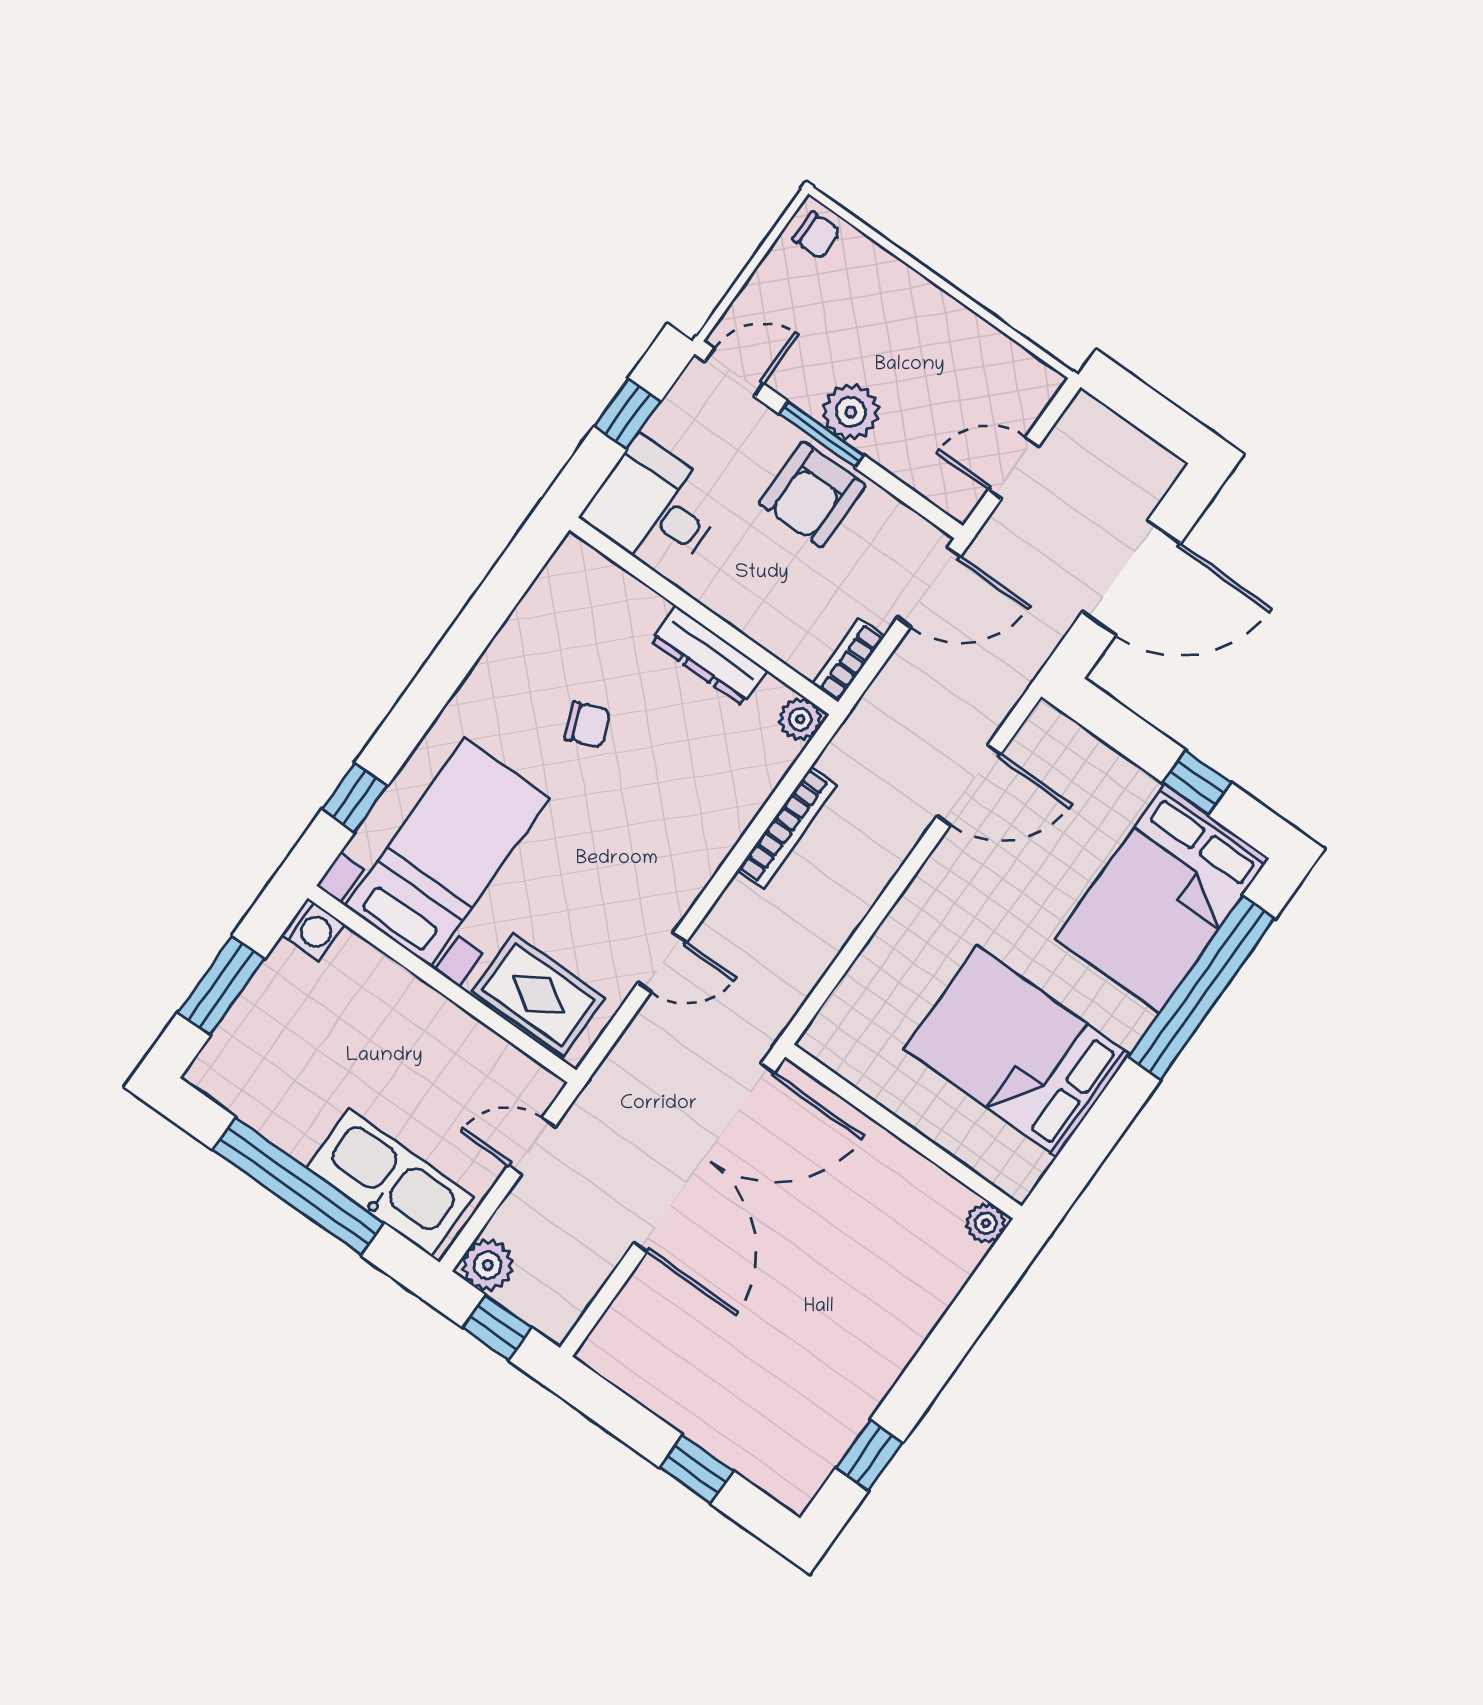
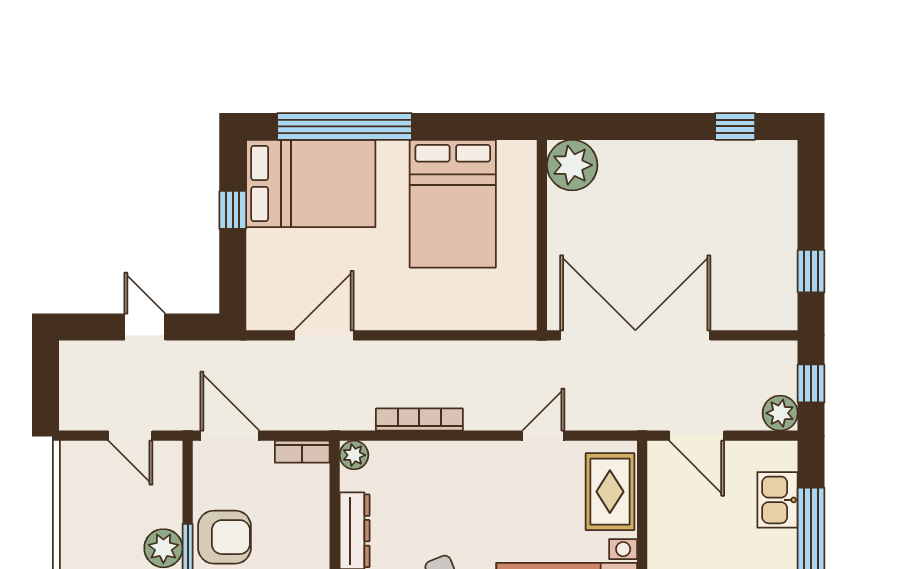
door: (1131, 578) -> (145, 327), width x0.53
door: (969, 785) -> (324, 335), hinge flipped
door: (662, 963) -> (543, 436), hinge flipped
door: (532, 1146) -> (697, 436), width x1.38
kitchen sink: (390, 1182) -> (777, 500), width x0.53, depth x0.81
plant: (986, 1223) -> (572, 165), width x1.87, depth x1.87
window: (696, 1469) -> (811, 271), moved

